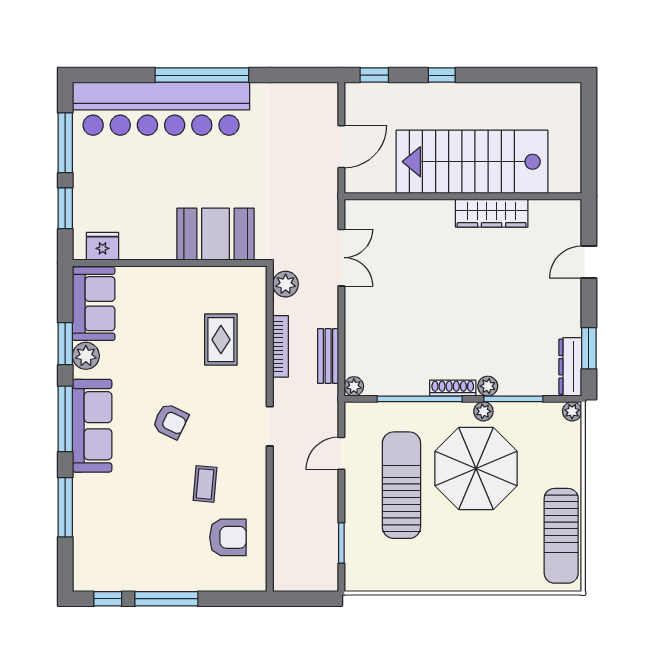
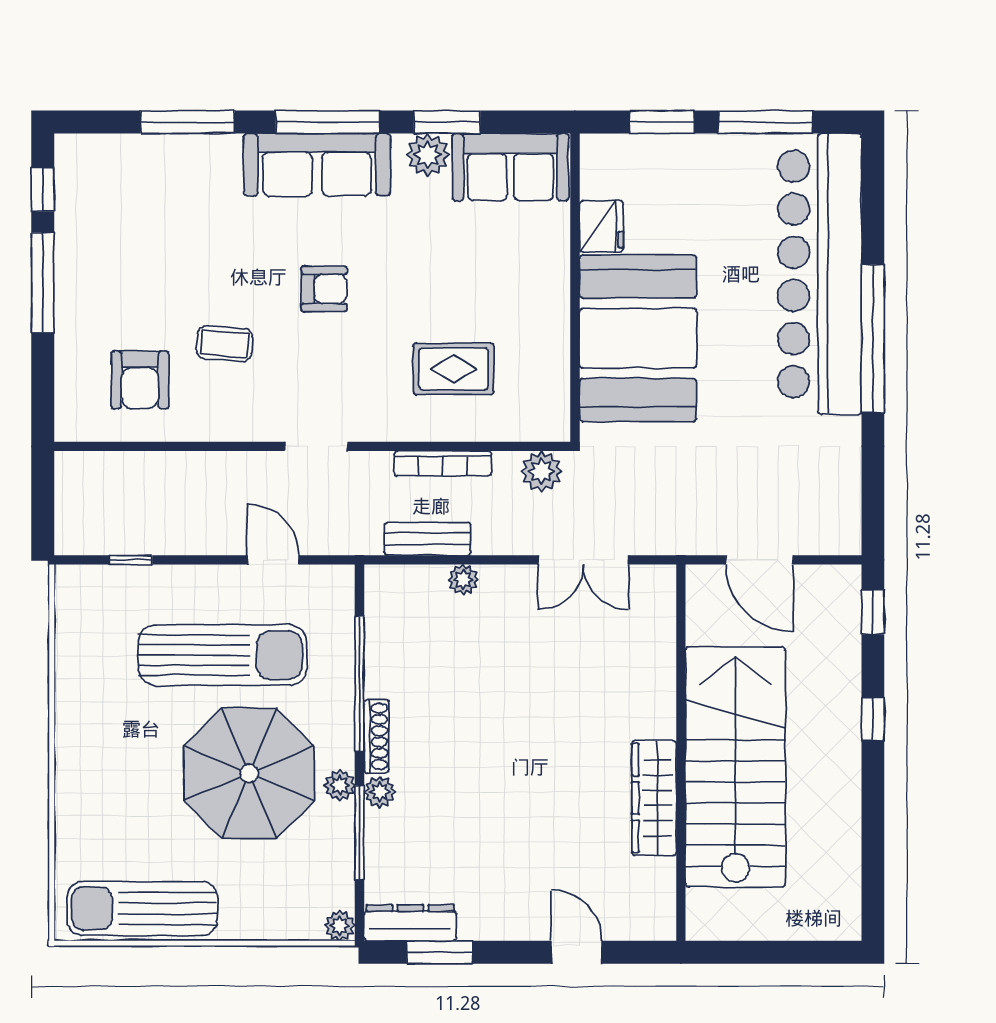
booth: (216, 234) -> (638, 338), width x1.36, depth x1.42
fridge: (103, 246) -> (601, 226), moved
plant: (354, 386) -> (463, 580), moved
armchair: (170, 421) -> (324, 289), turned -116
window: (341, 543) -> (131, 560), width x0.67

